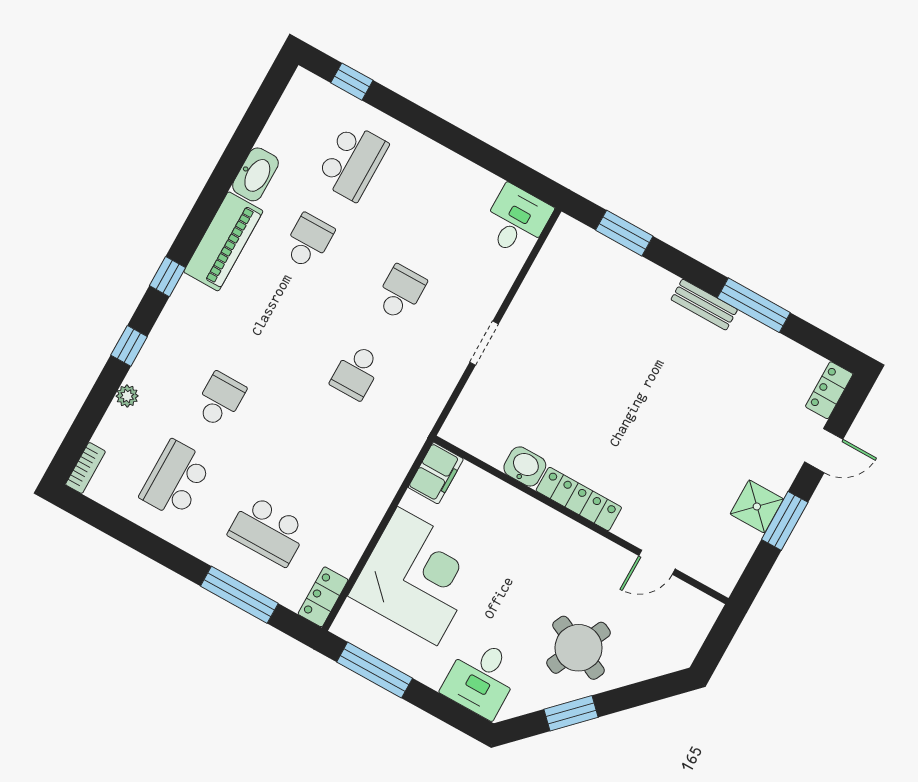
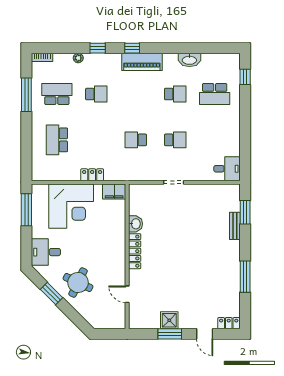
piano: (223, 241) -> (142, 62), moved
bench: (704, 305) -> (235, 226), moved
window: (239, 595) -> (26, 95), moved
locker: (323, 597) -> (92, 175), moved

